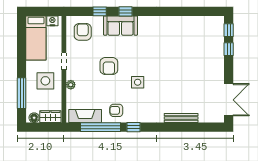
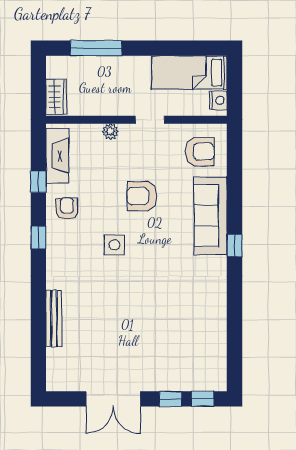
window: (100, 11) -> (235, 180), removed
window: (126, 11) -> (235, 245), moved
sofa: (120, 26) -> (210, 216), width x1.36
side table: (45, 81) -> (117, 88), removed
double door: (229, 100) -> (113, 399), moved
floor lamp: (34, 118) -> (54, 69), removed
window: (101, 127) -> (38, 182), width x0.32

